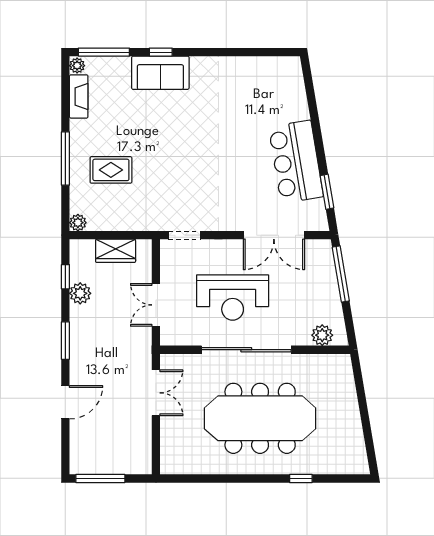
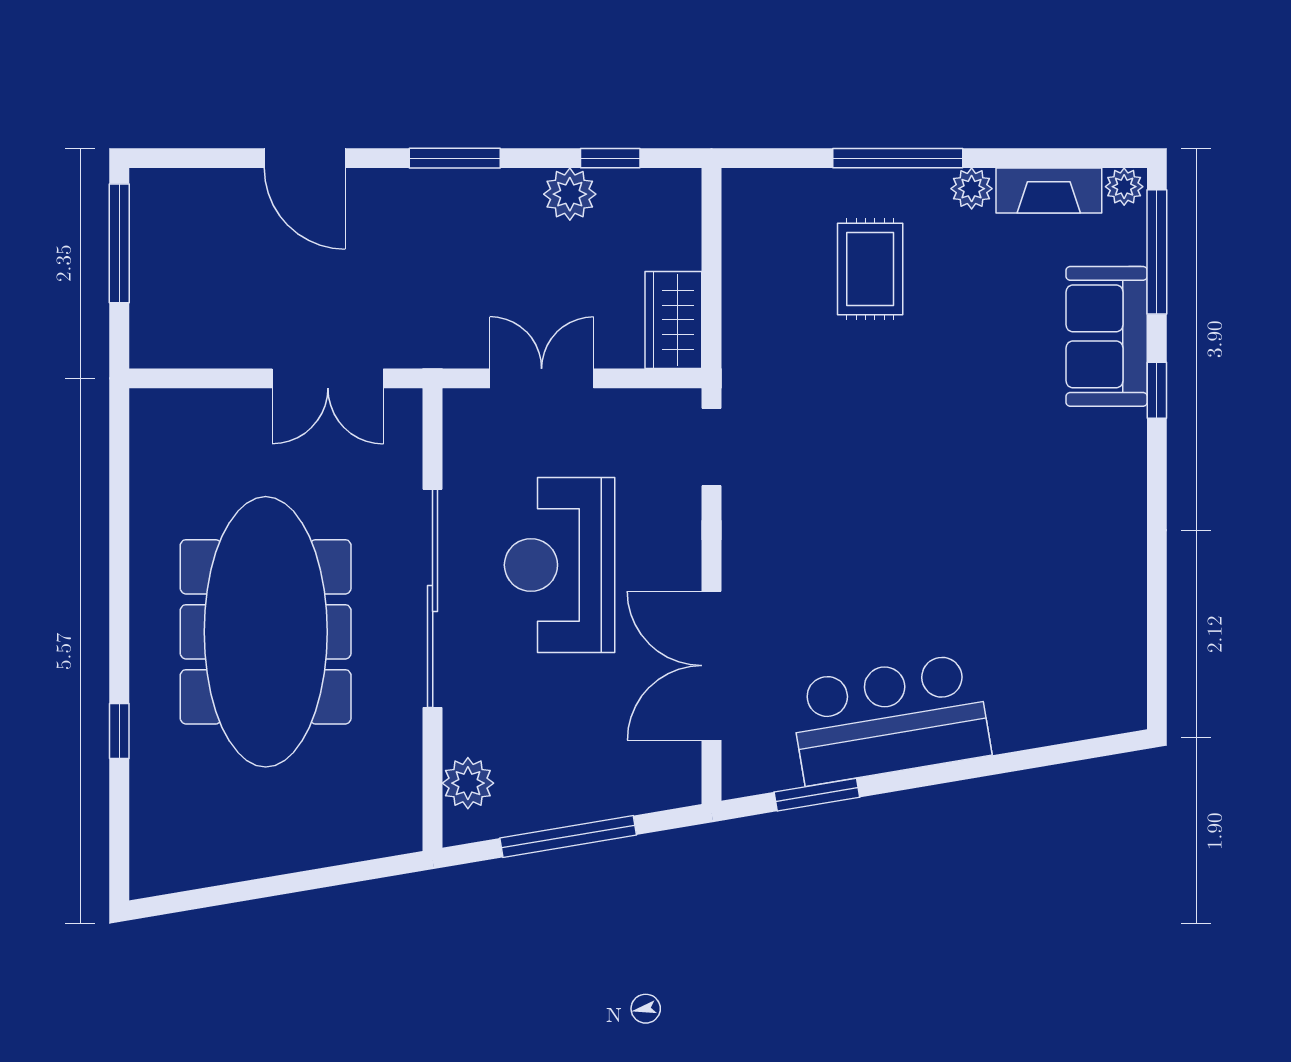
sofa: (160, 73) -> (1107, 336), moved
plant: (78, 223) -> (972, 189), moved
wardrobe: (116, 251) -> (673, 320), moved
window: (341, 274) -> (568, 836), moved

